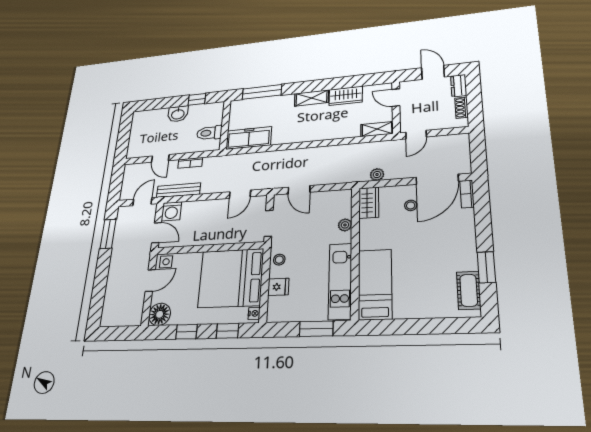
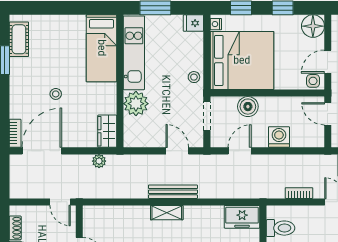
shelving: (377, 129) -> (167, 213), moved
door: (416, 135) -> (60, 202), swing flipped
freezer: (249, 138) -> (242, 217), width x0.71
bench: (178, 190) -> (173, 192), moved
stool: (411, 205) -> (56, 94), moved
washing machine: (171, 211) -> (279, 137), moved
plant: (345, 225) -> (136, 104), width x1.87, depth x1.87
boiler: (229, 235) -> (248, 107), added
fridge: (278, 287) -> (193, 23), moved

